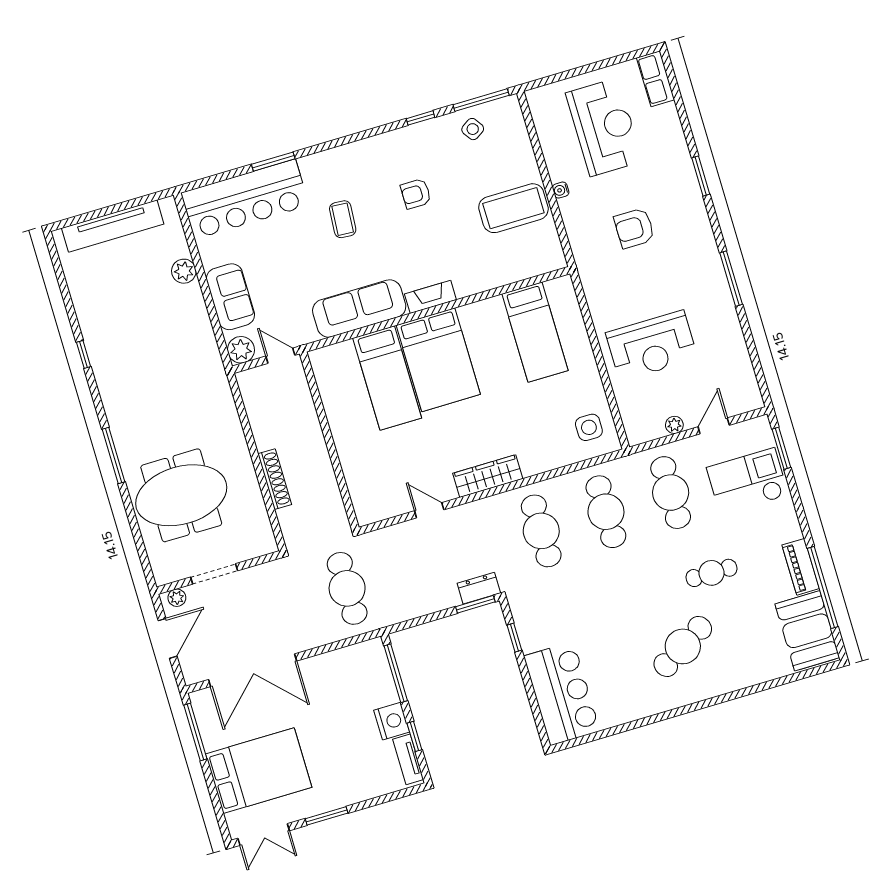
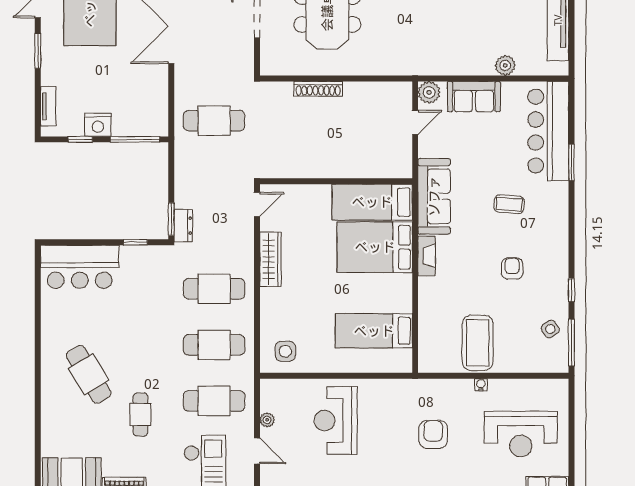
wall: (329, 441) -> (336, 181), moved
tv unit: (408, 759) -> (48, 106), moved, turned 90

